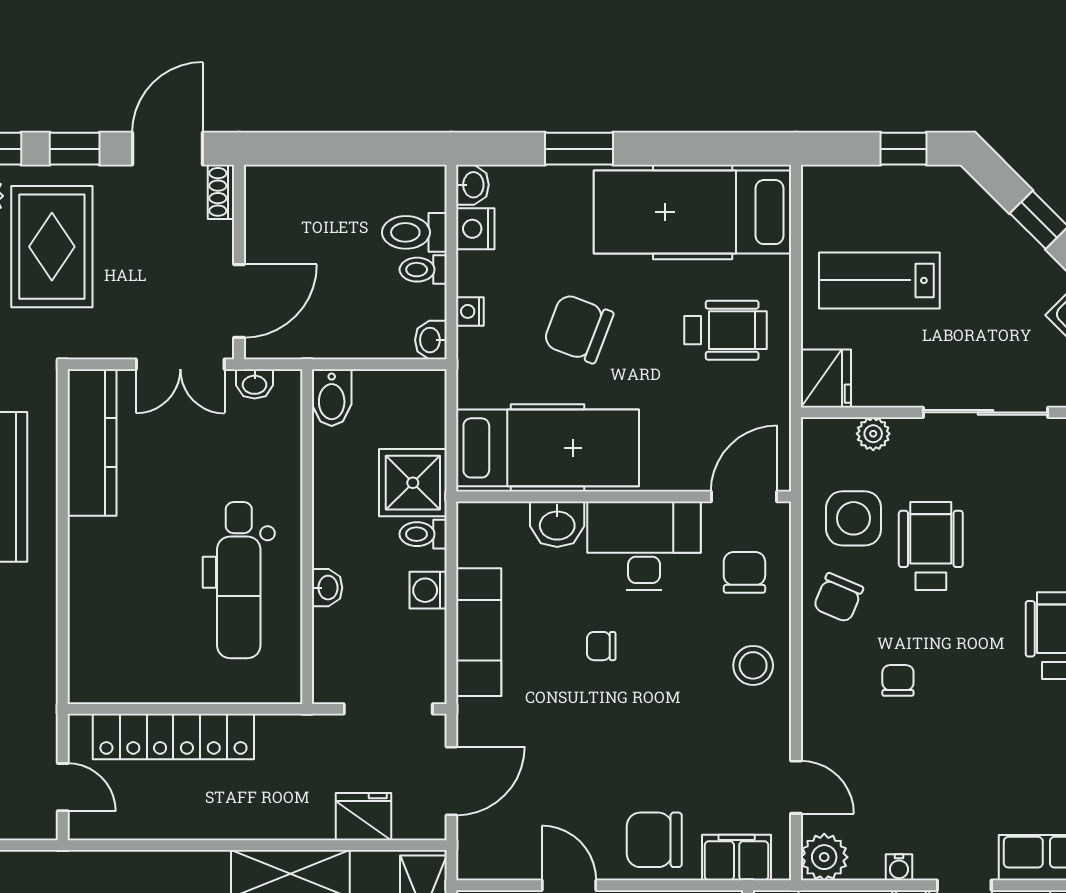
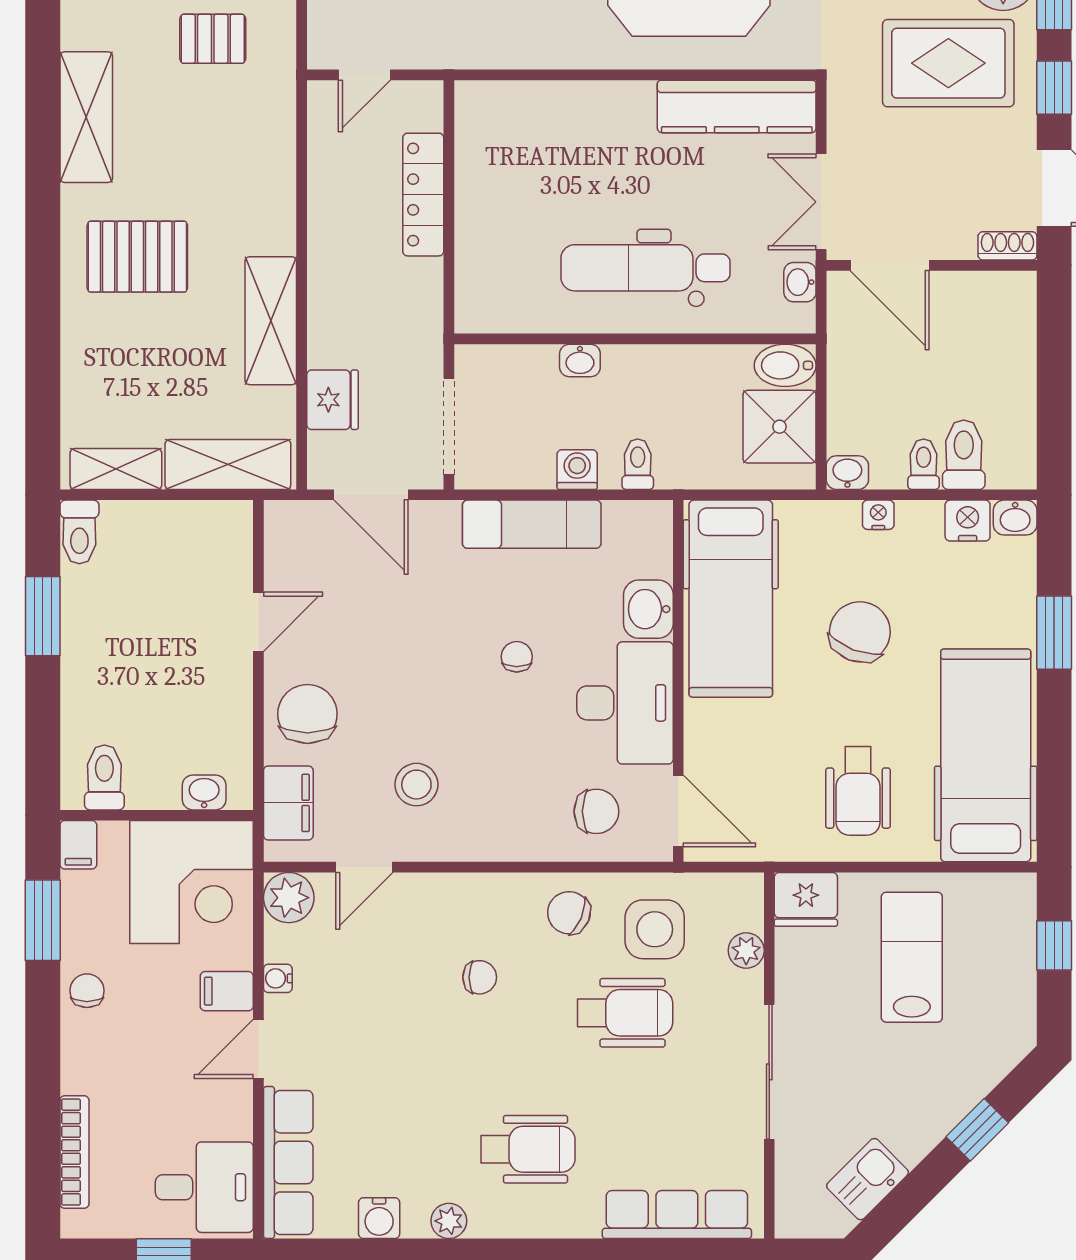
window: (904, 149) -> (1054, 945), moved
shower: (413, 483) -> (779, 427), moved
dental chair: (239, 580) -> (645, 268), moved
stool: (753, 665) -> (416, 785), moved
locker: (173, 737) -> (423, 195), width x0.71, depth x0.83

